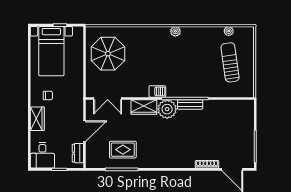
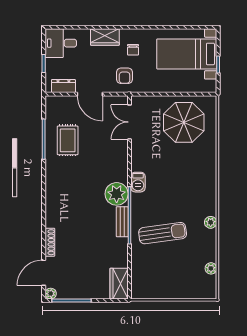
plant: (175, 31) -> (211, 222), moved
sun lounger: (230, 62) -> (163, 233), moved
armchair: (69, 103) -> (125, 76), added
wardrobe: (144, 107) -> (119, 284), moved
plant: (249, 164) -> (51, 294), added

